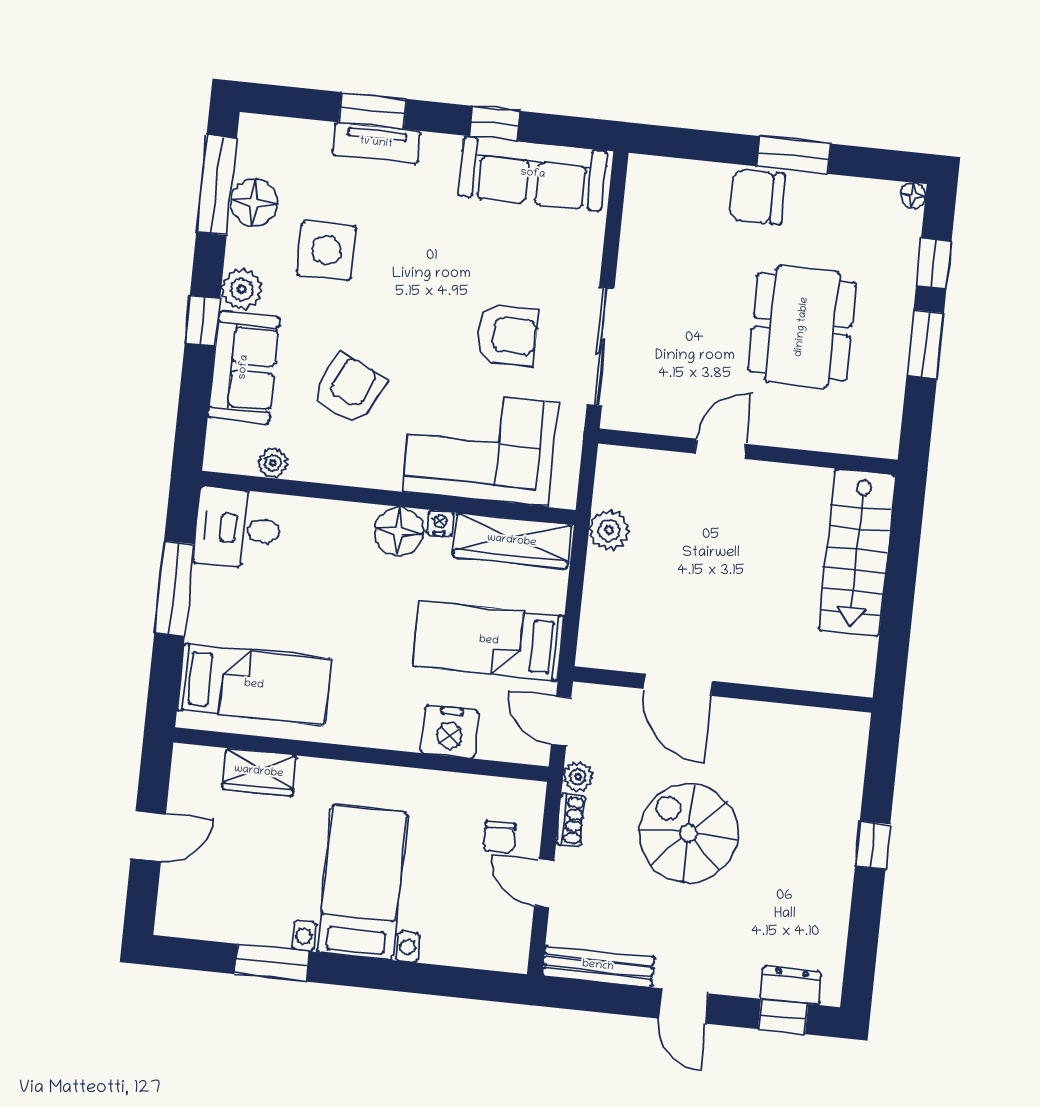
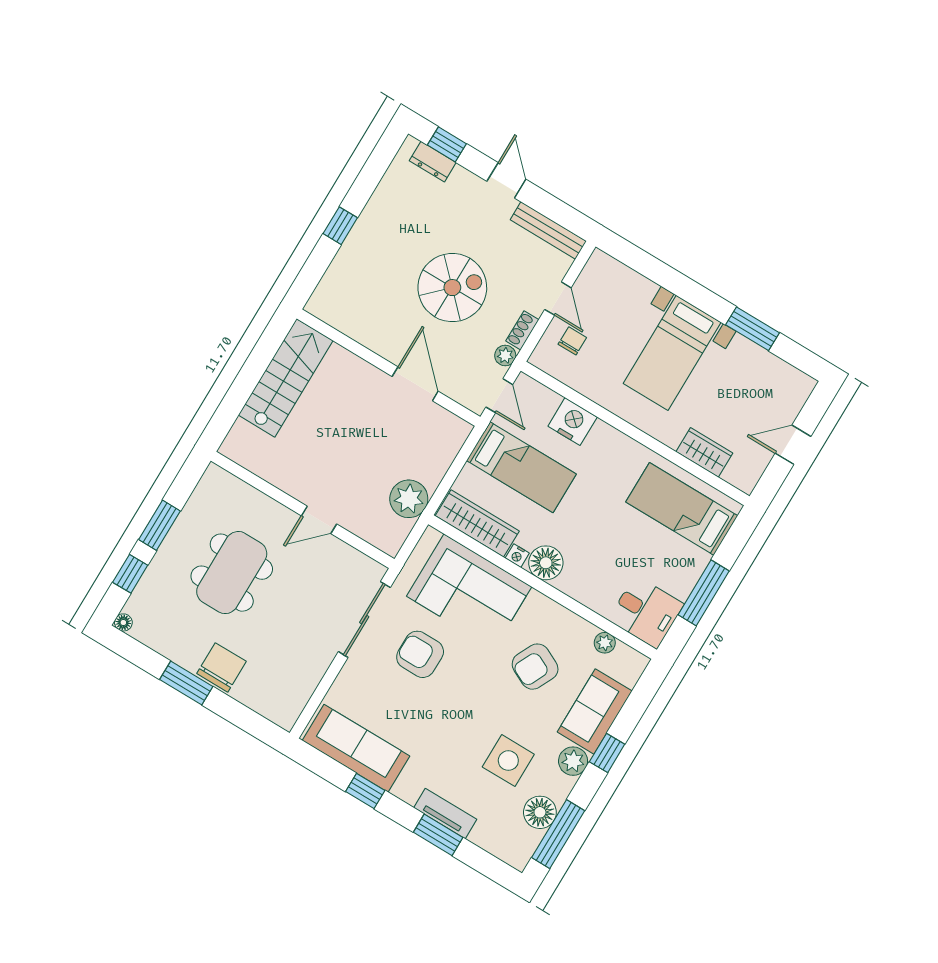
chair: (757, 197) -> (222, 667), turned -90
plant: (609, 530) -> (409, 499), width x1.36, depth x1.36
stairs: (857, 553) -> (286, 378), moved
spiral stairs: (689, 833) -> (452, 288), turned -90

